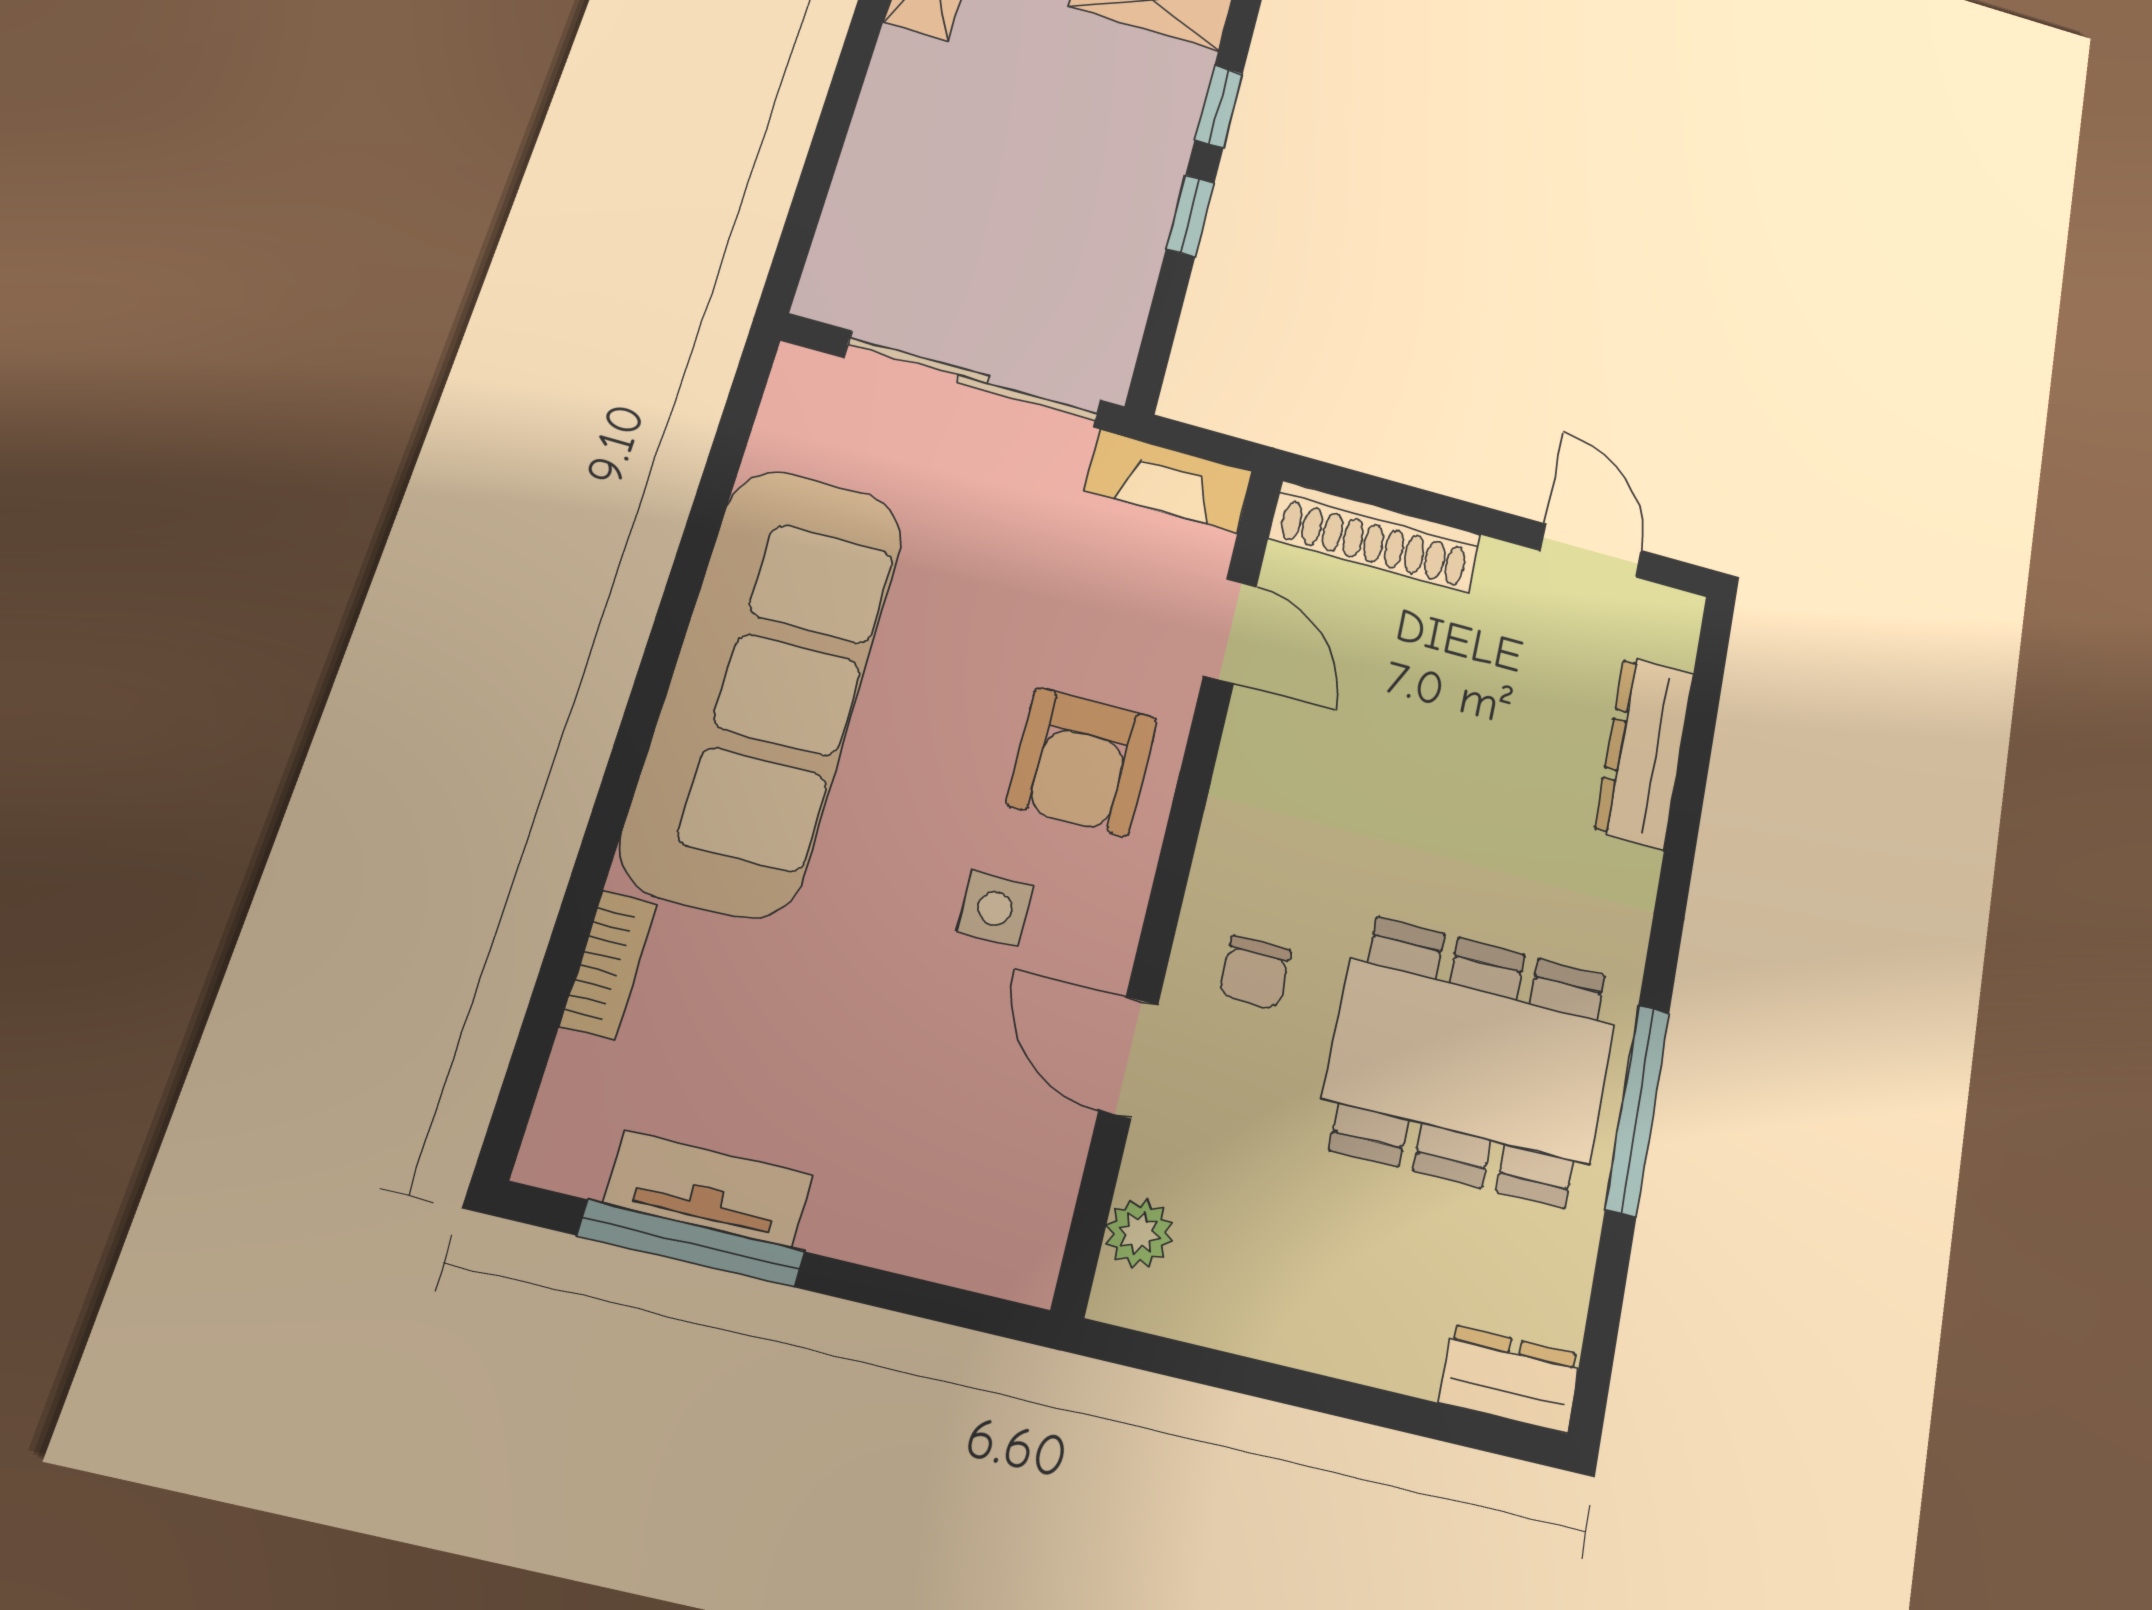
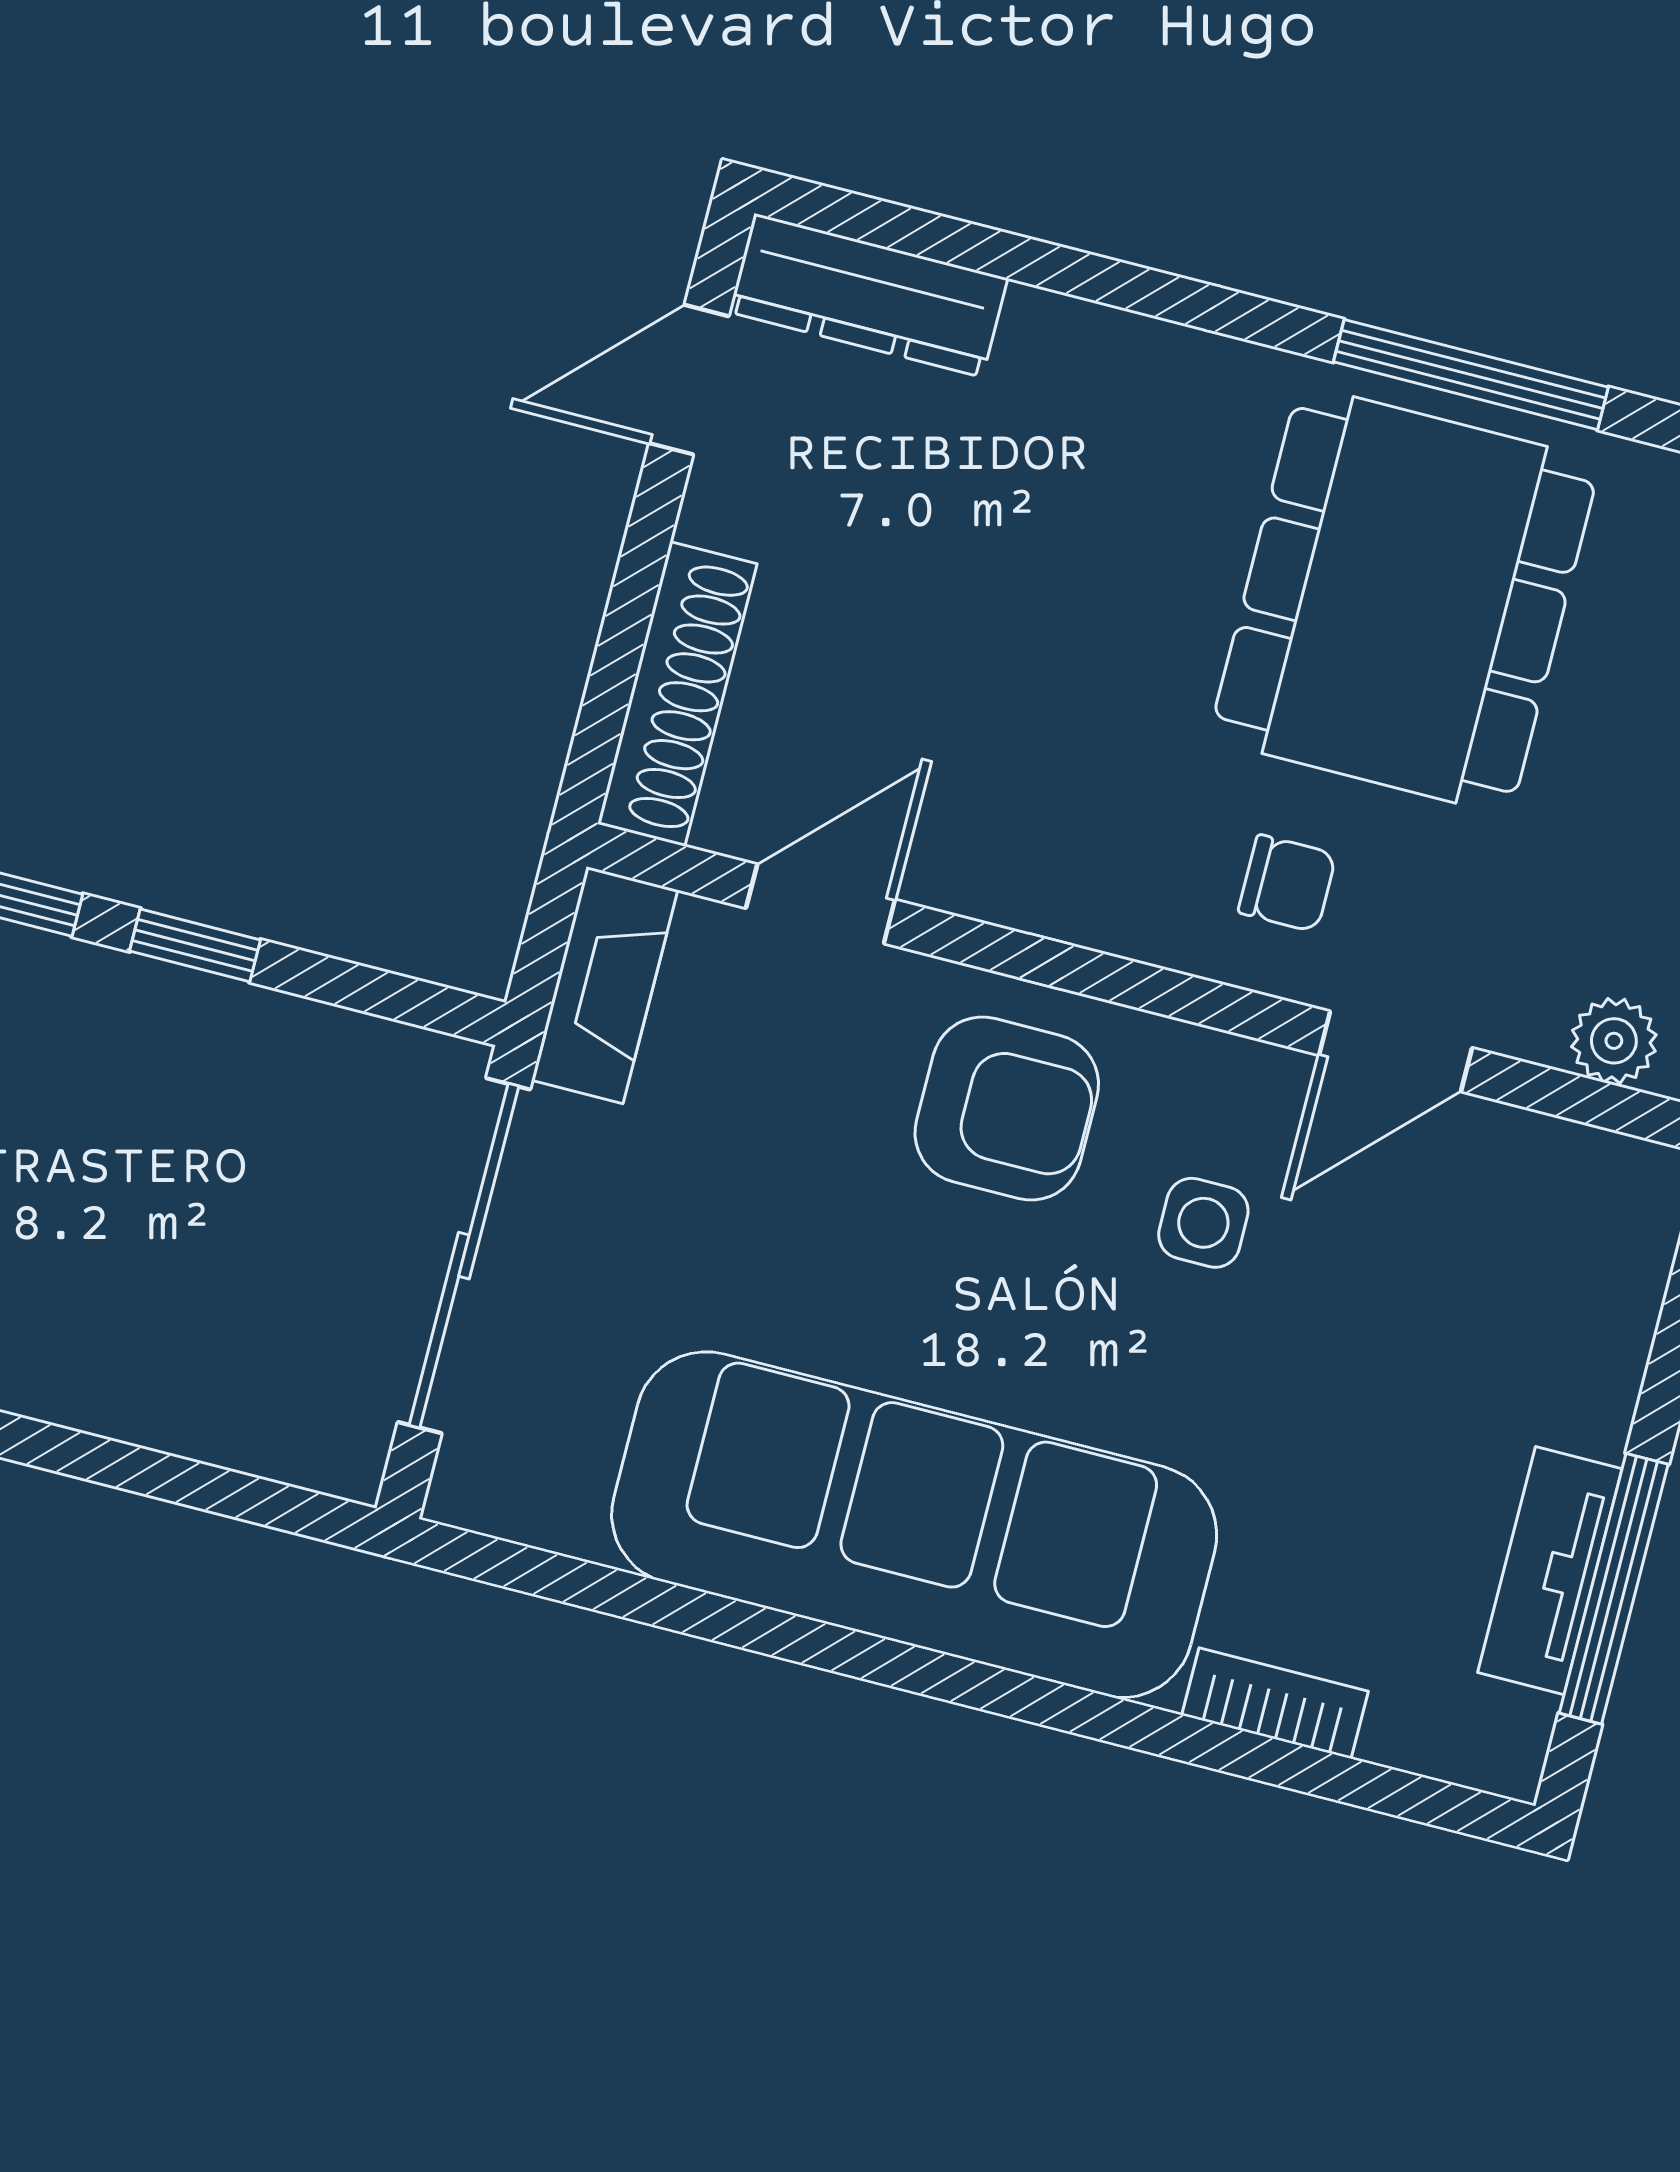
dresser: (1644, 752) -> (868, 295), moved

